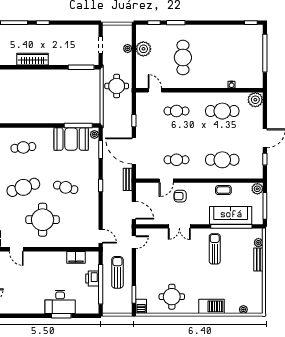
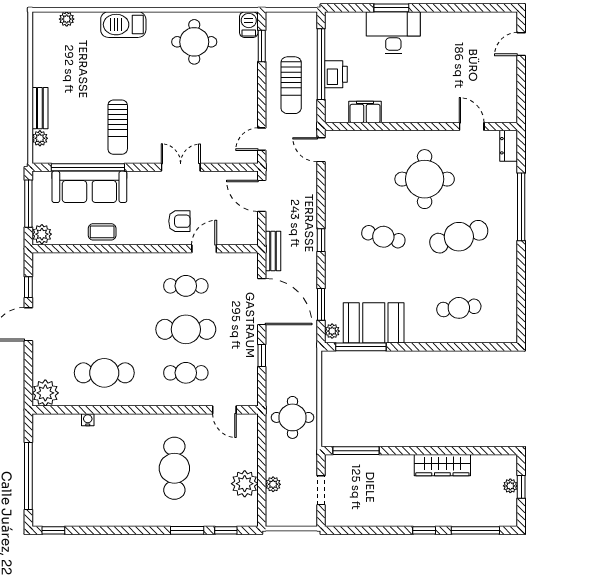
cafe table: (222, 160) -> (186, 329), moved

